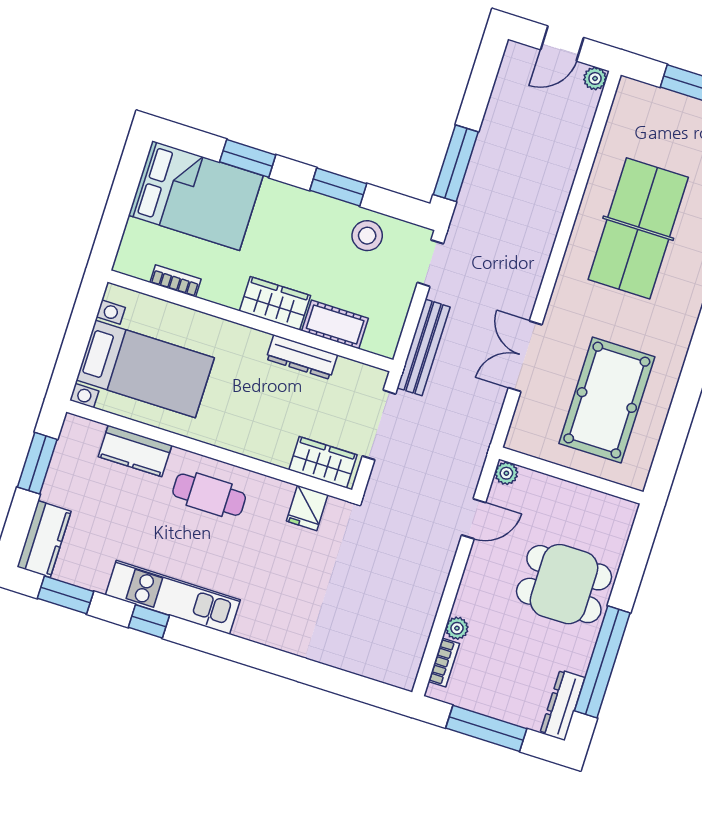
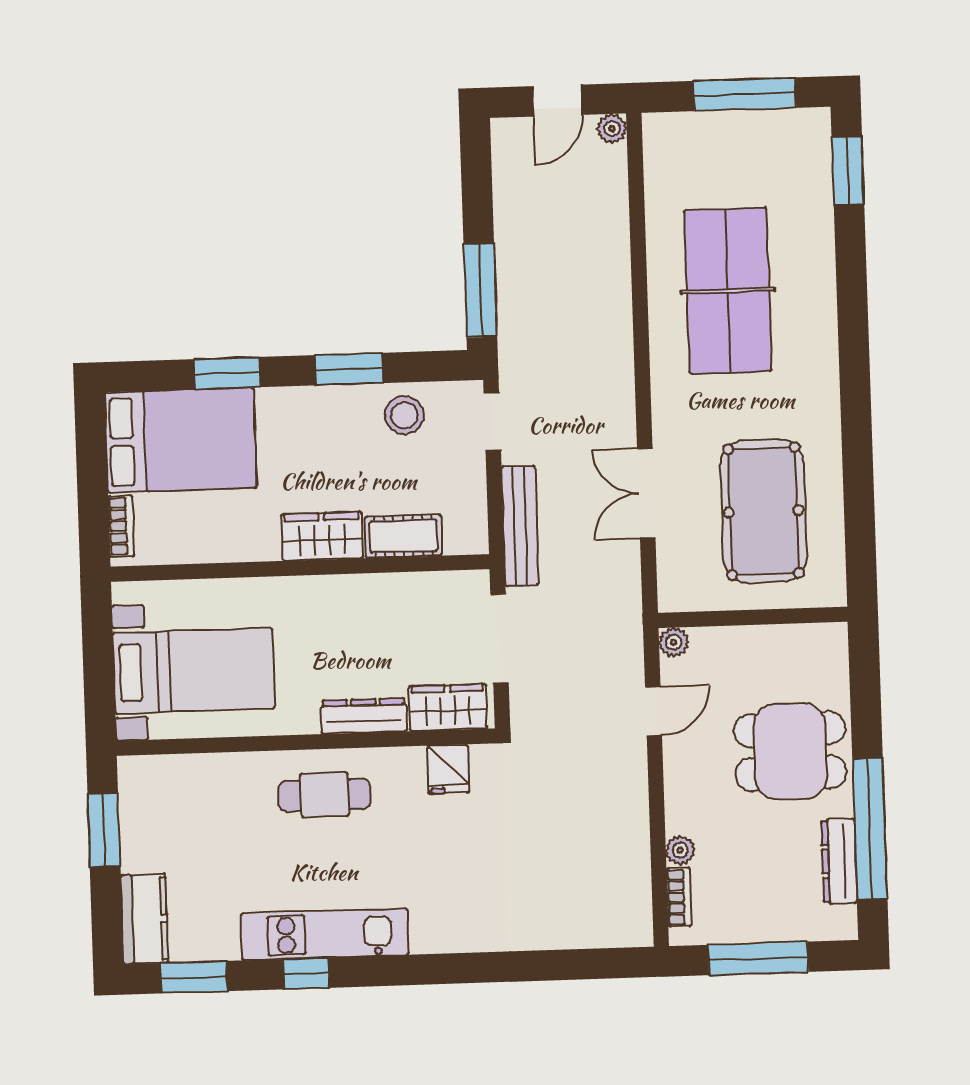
bookcase: (176, 281) -> (121, 526), moved, turned 90
dresser: (302, 357) -> (364, 716), moved, turned 180
kitchen counter: (135, 451) -> (216, 774), removed
dresser: (562, 705) -> (839, 861), moved

